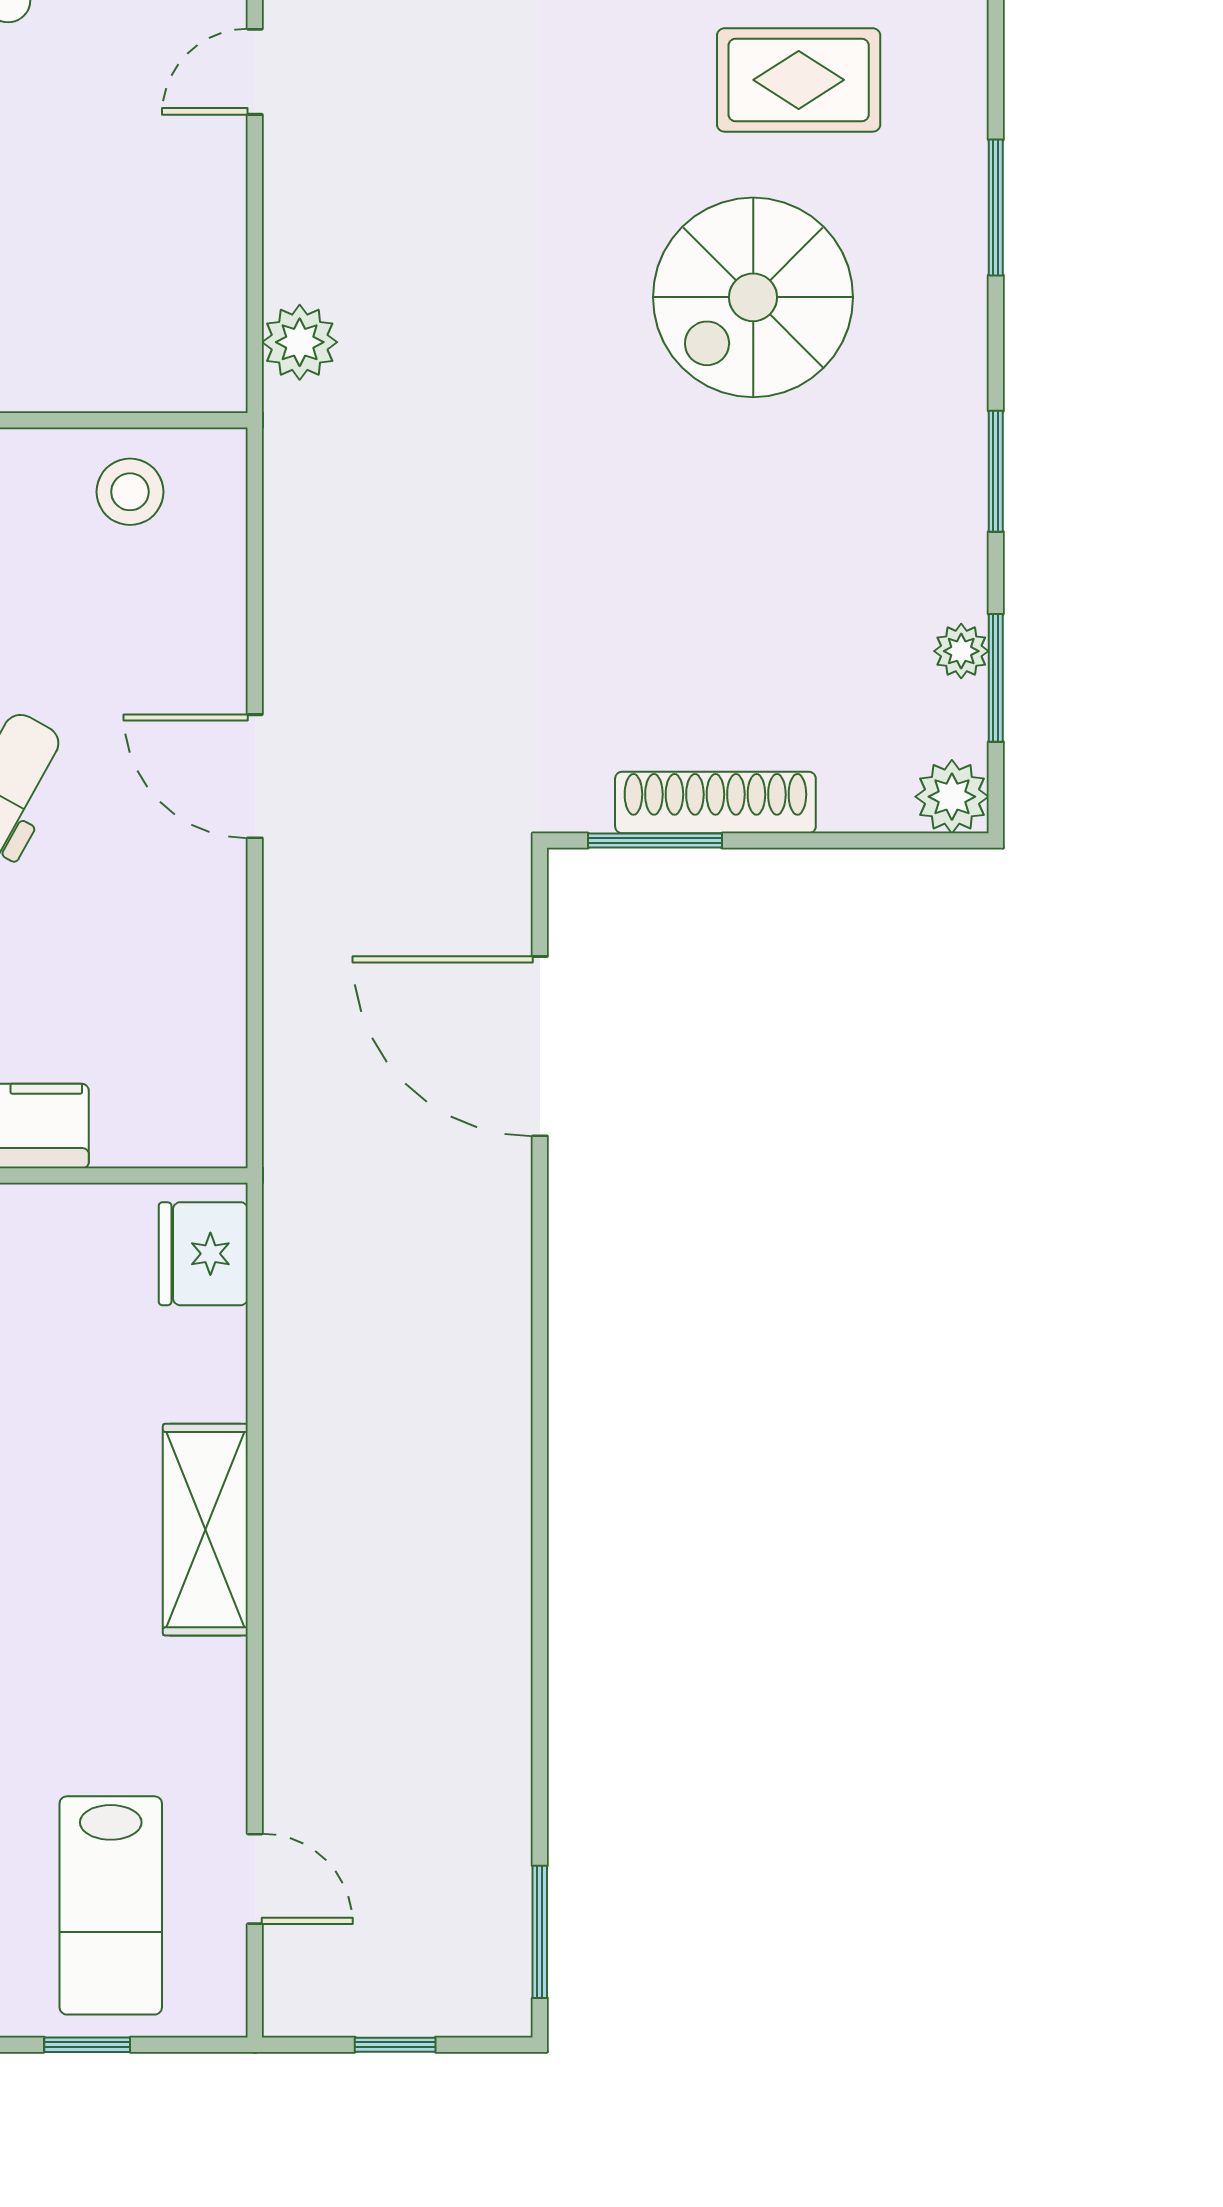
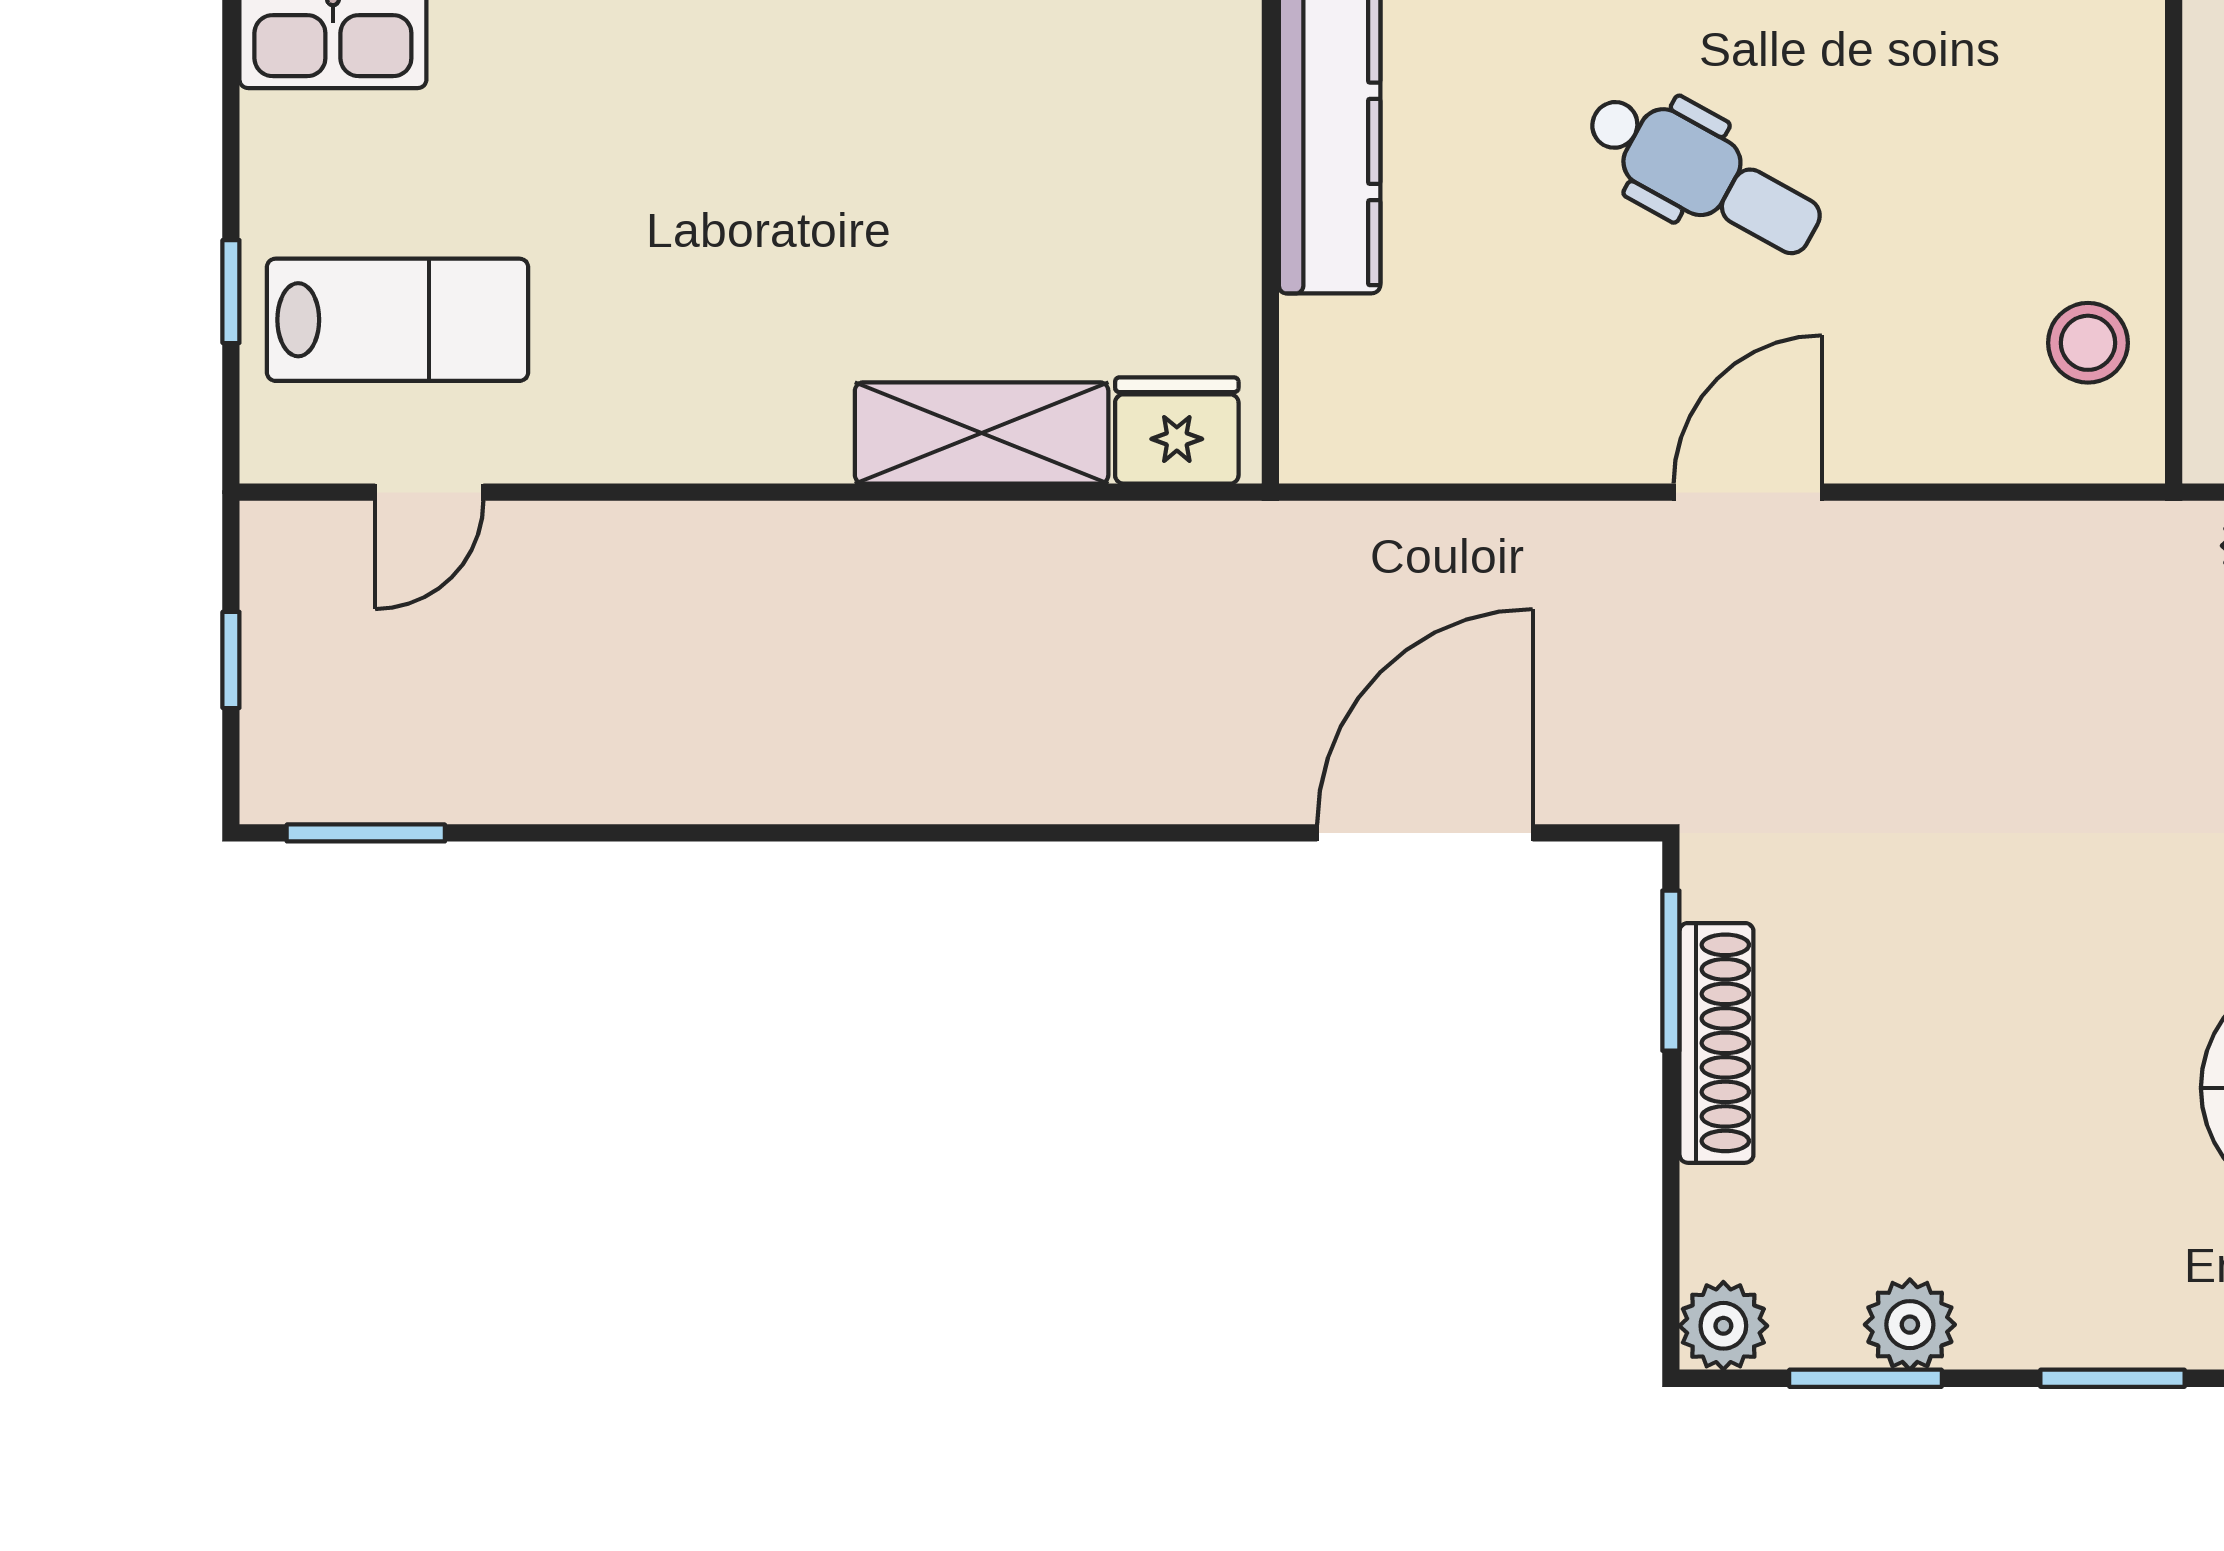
plant: (961, 651) -> (1910, 1325), width x1.38, depth x1.38
shelving: (205, 1530) -> (982, 433), moved
lab bench: (111, 1905) -> (398, 320), turned 180

